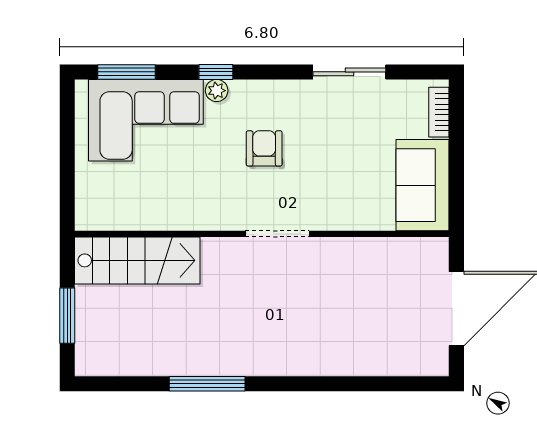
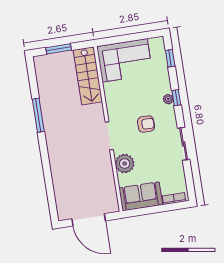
window: (127, 72) -> (170, 58), width x0.67
sliding door: (349, 72) -> (184, 144), moved
corner sofa: (146, 120) -> (125, 60), moved, turned -90
plant: (344, 209) -> (125, 164), added

